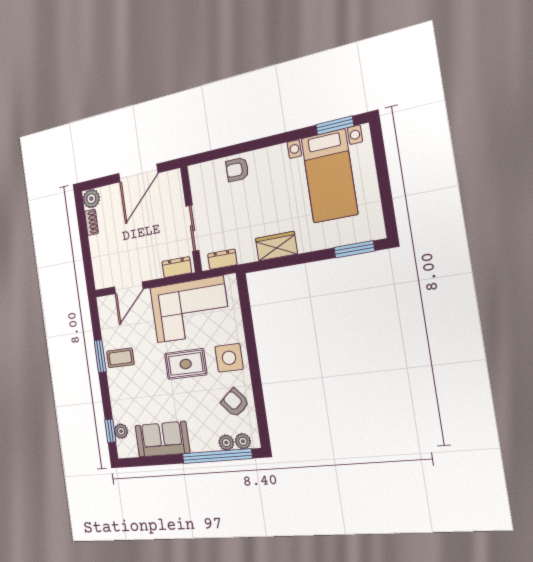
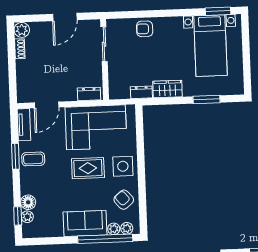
door: (138, 173) -> (65, 17), width x0.73
sliding door: (192, 228) -> (104, 44), moved
window: (354, 249) -> (207, 99), moved
dresser: (222, 259) -> (141, 92), moved
tv unit: (106, 316) -> (24, 125), added
floor lamp: (120, 413) -> (28, 202), added
sofa: (162, 439) -> (85, 224), moved

